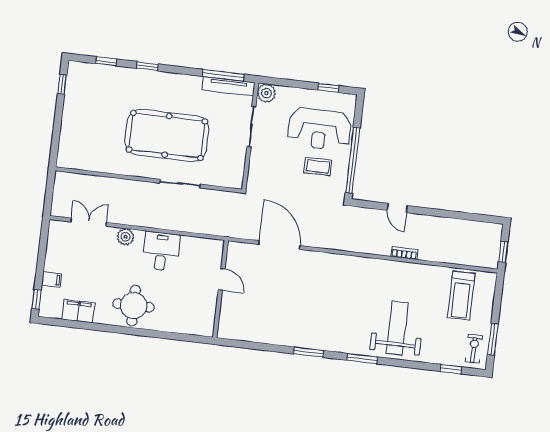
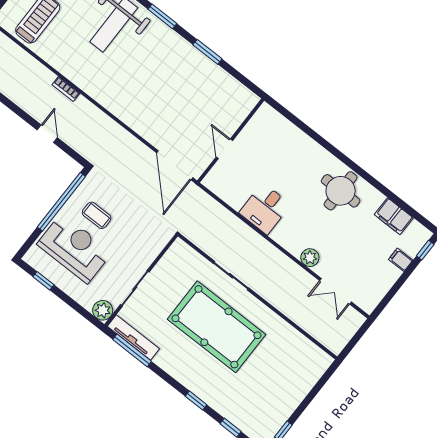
desk: (161, 251) -> (265, 209), moved
door: (222, 279) -> (224, 149), moved
wall: (221, 289) -> (231, 141), moved

